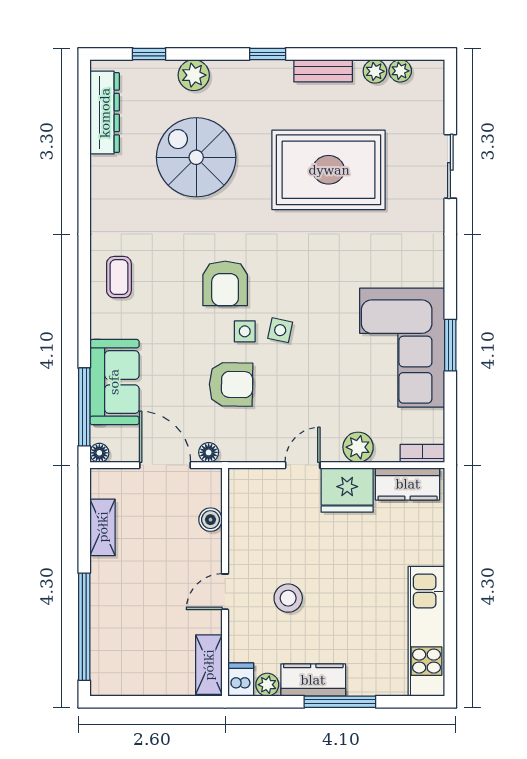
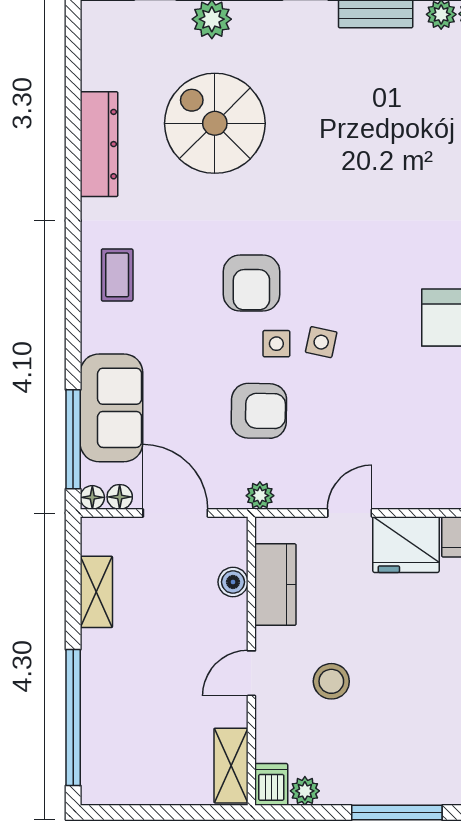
dresser: (105, 113) -> (99, 144), moved
rug: (329, 170) -> (382, 139), removed
plant: (358, 447) -> (260, 496), moved, width x0.73, depth x0.73
floor lamp: (209, 452) -> (120, 497), moved
kitchen counter: (313, 680) -> (275, 585), moved, turned 90

